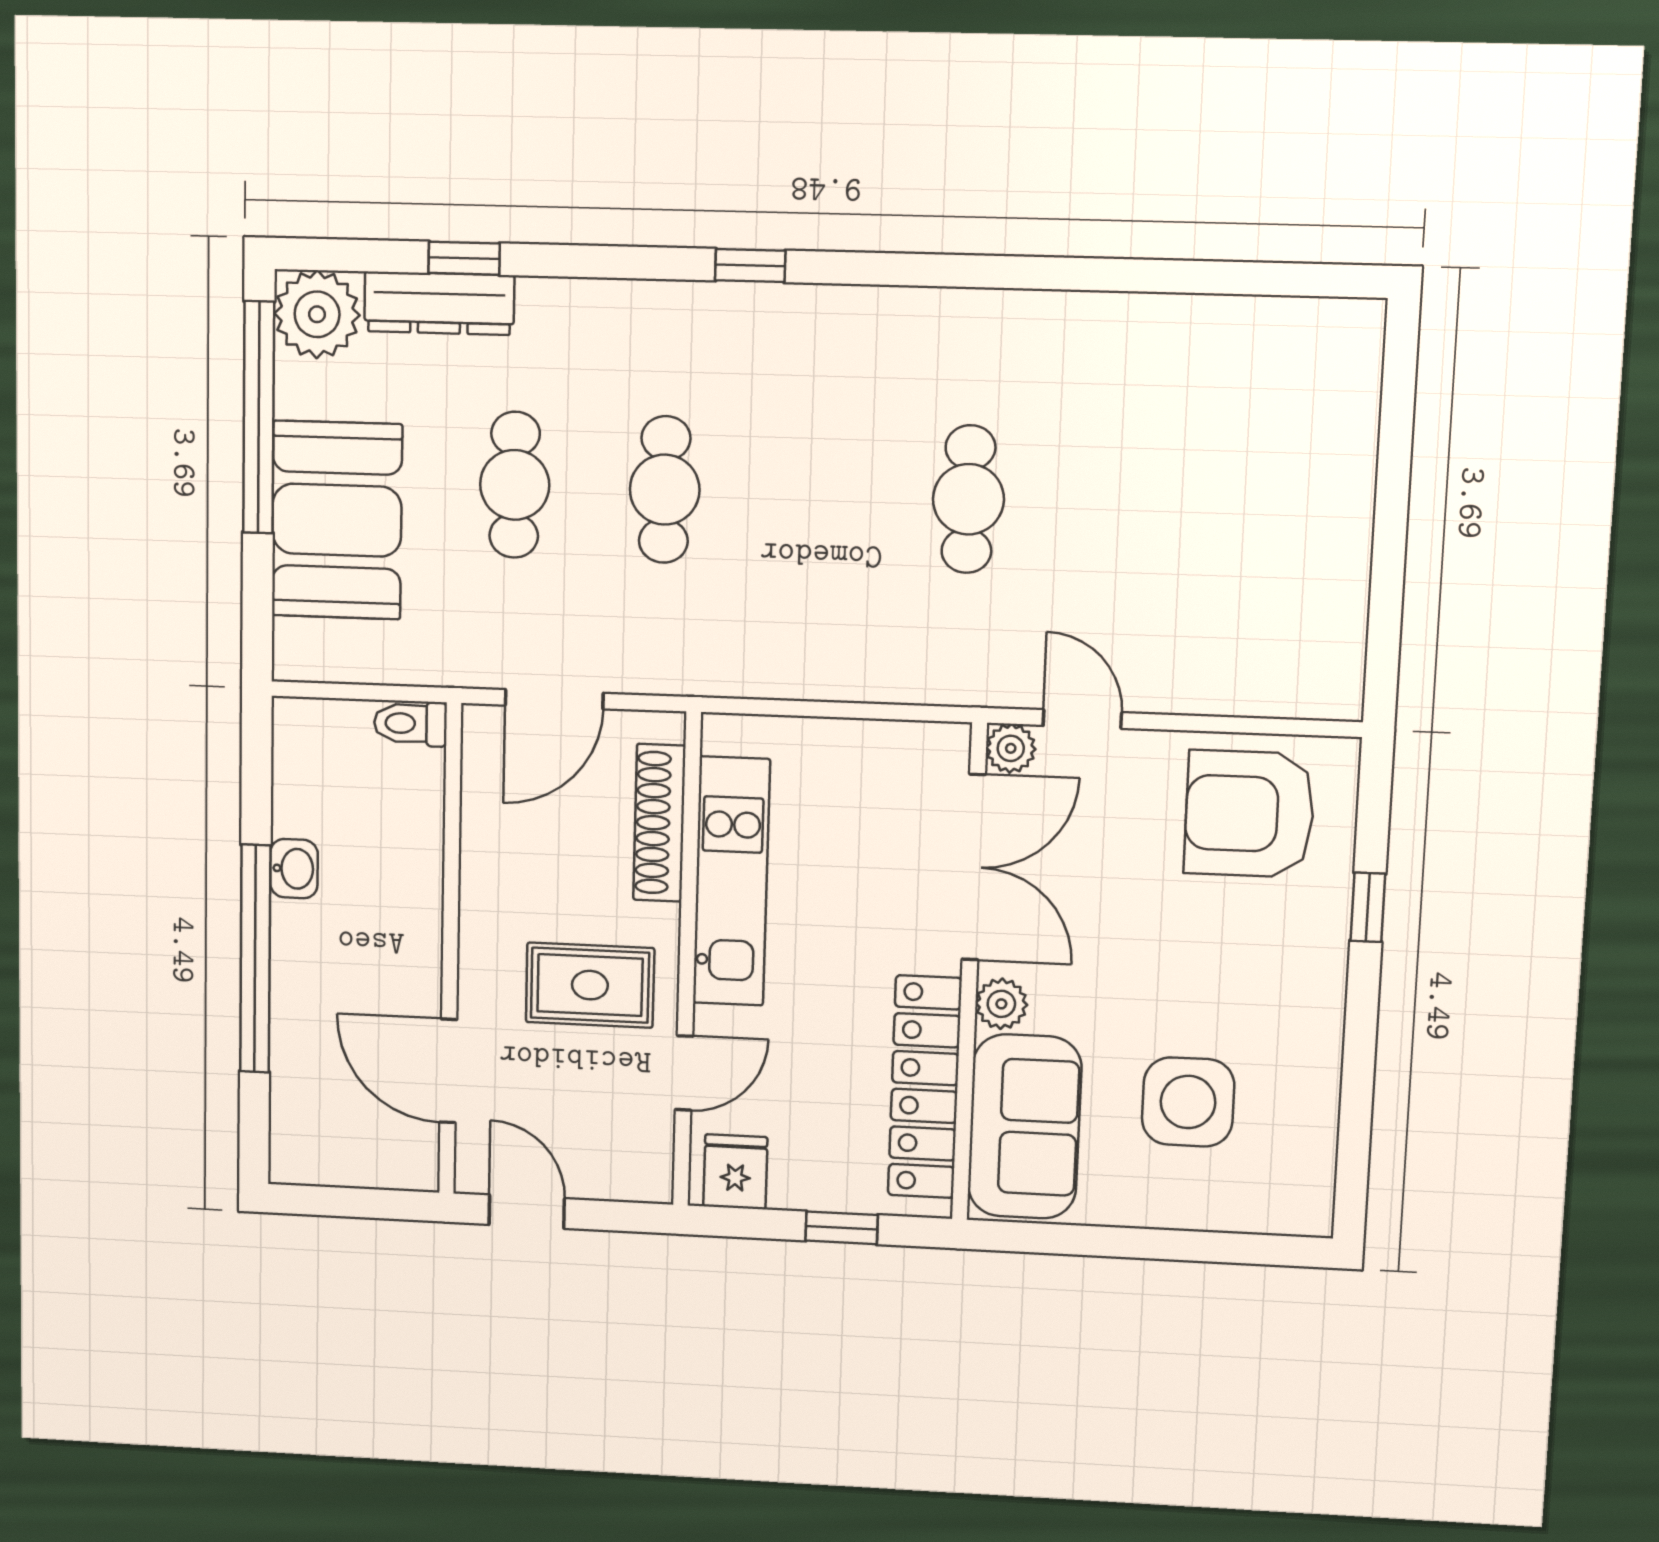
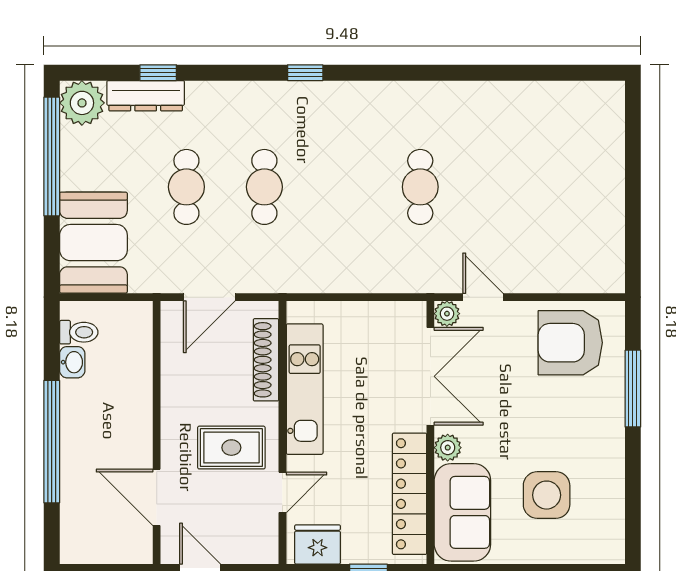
booth: (337, 520) -> (93, 243), moved
toilet: (410, 723) -> (79, 332), moved, turned 180
washbasin: (294, 869) -> (72, 362), moved
window: (1368, 907) -> (633, 389), width x2.17
fridge: (735, 1172) -> (318, 544), width x1.38

